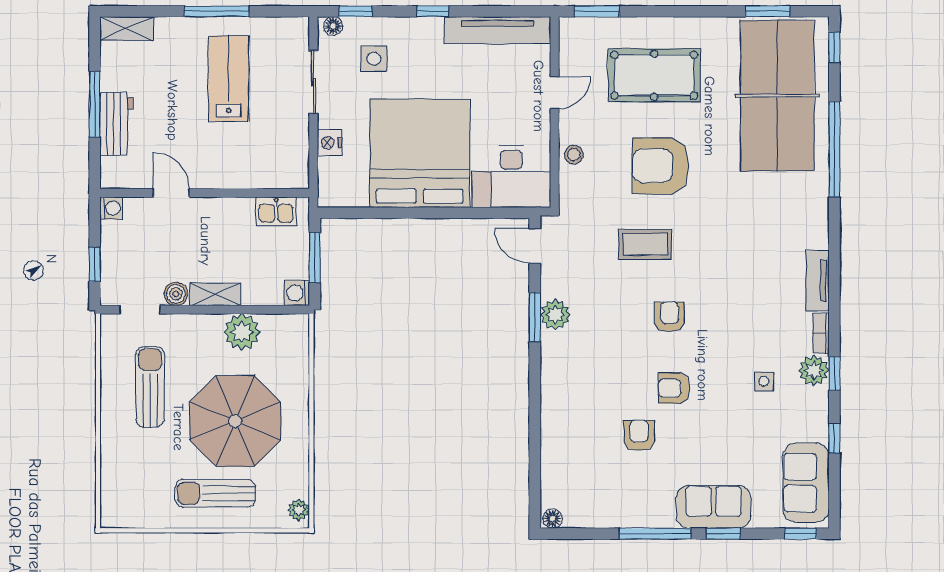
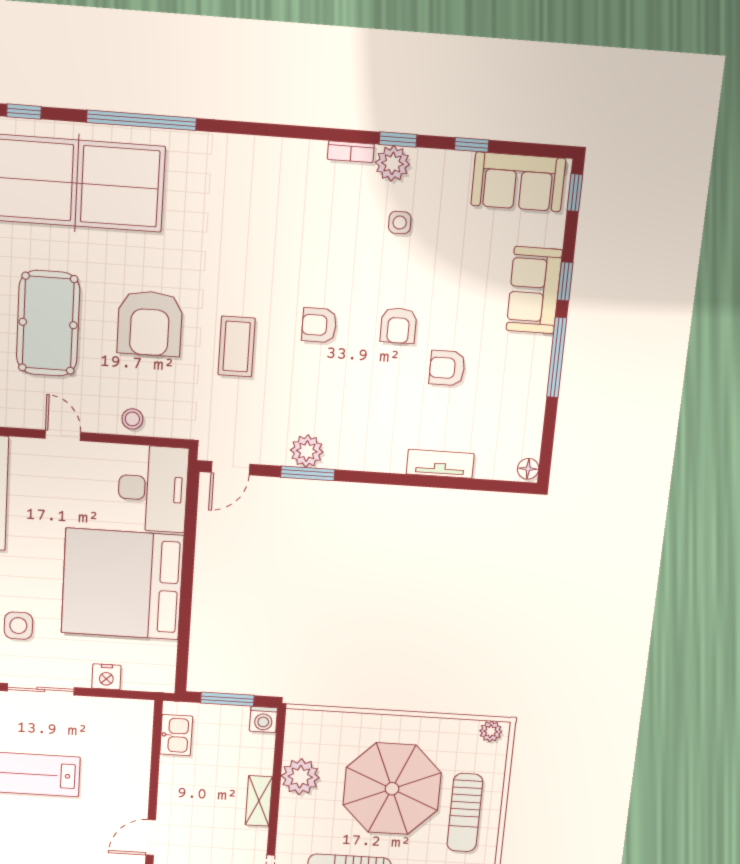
tv unit: (817, 281) -> (440, 464), moved, turned 180
boiler: (176, 294) -> (256, 839), removed

